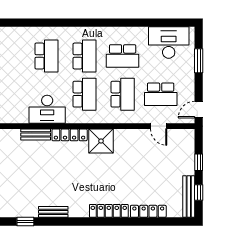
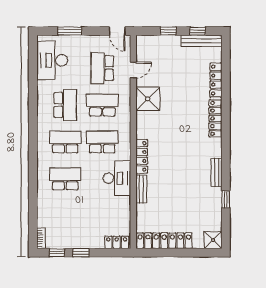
school desk: (161, 94) -> (102, 68), turned 180
shower: (101, 141) -> (148, 99), moved

